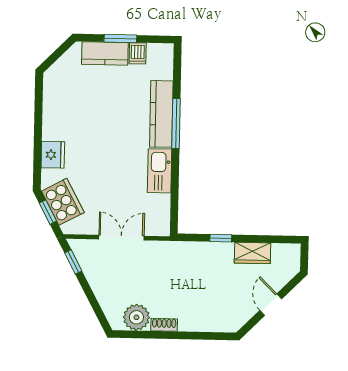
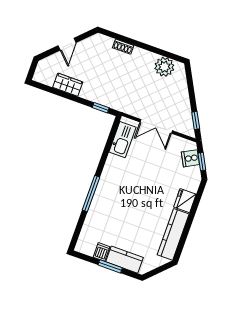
kitchen counter: (161, 114) -> (173, 234), moved, turned 180
kitchen sink: (160, 171) -> (122, 140), moved
cooker: (63, 202) -> (190, 158), width x0.53, depth x0.76
window: (221, 238) -> (101, 108), moved
shoe rack: (164, 325) -> (123, 47), moved

